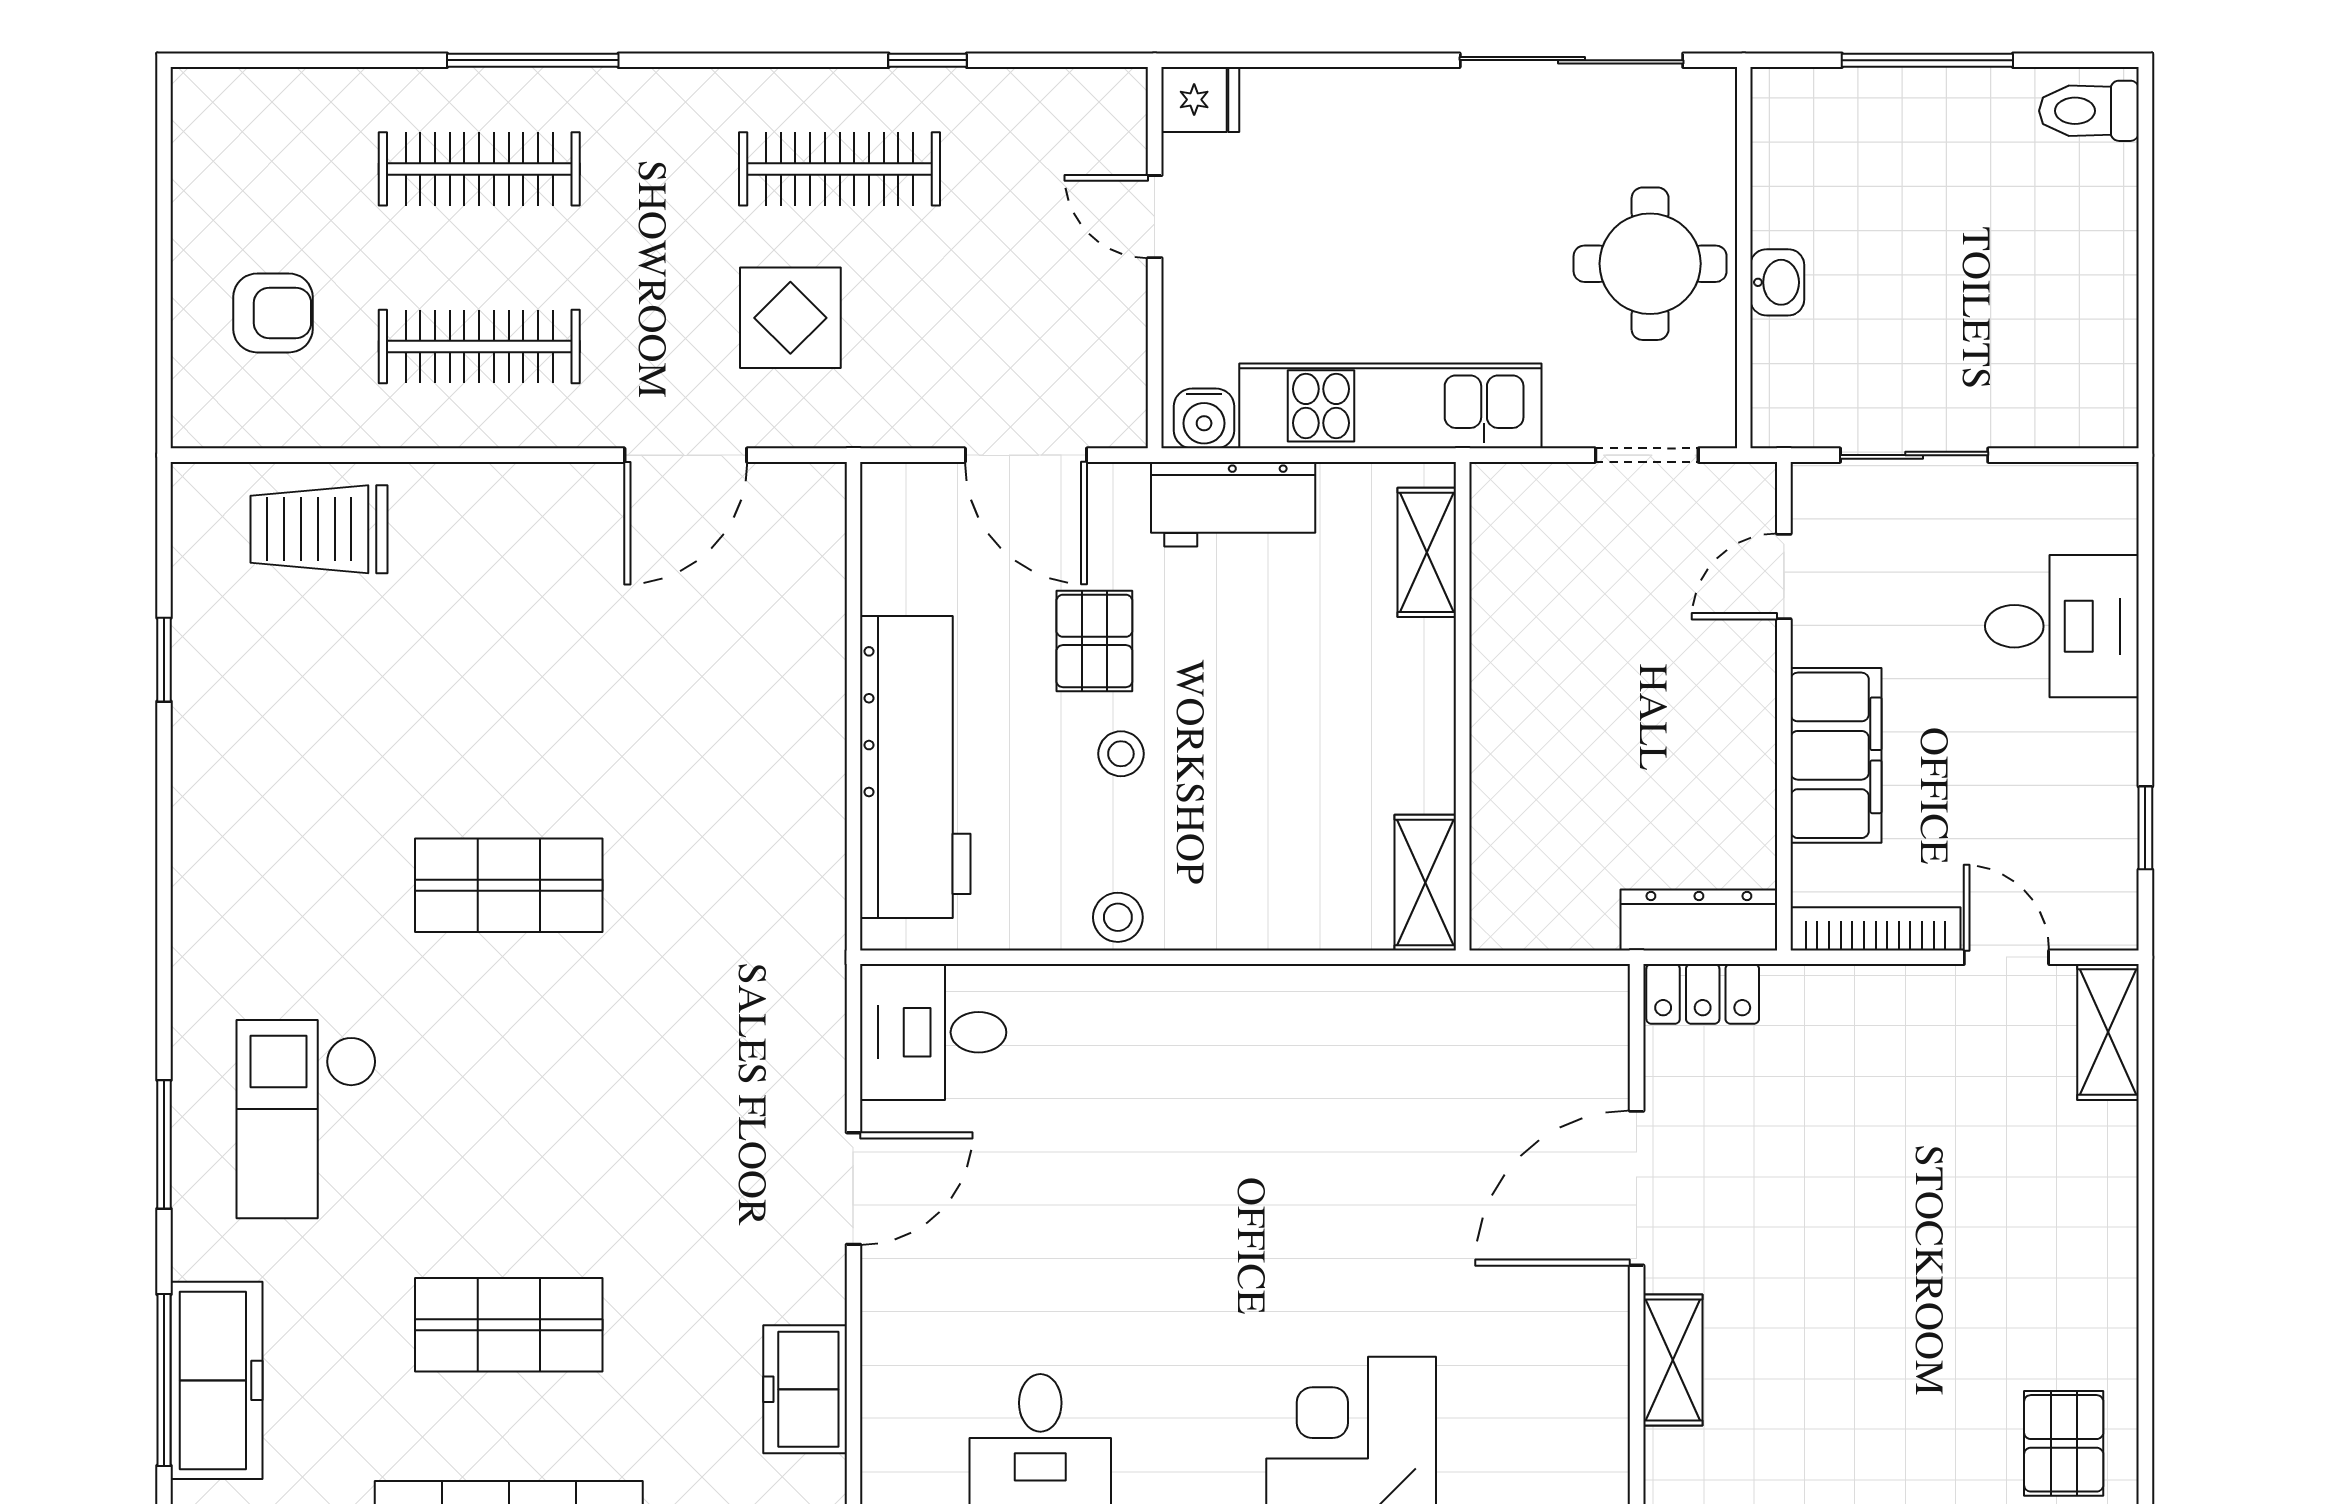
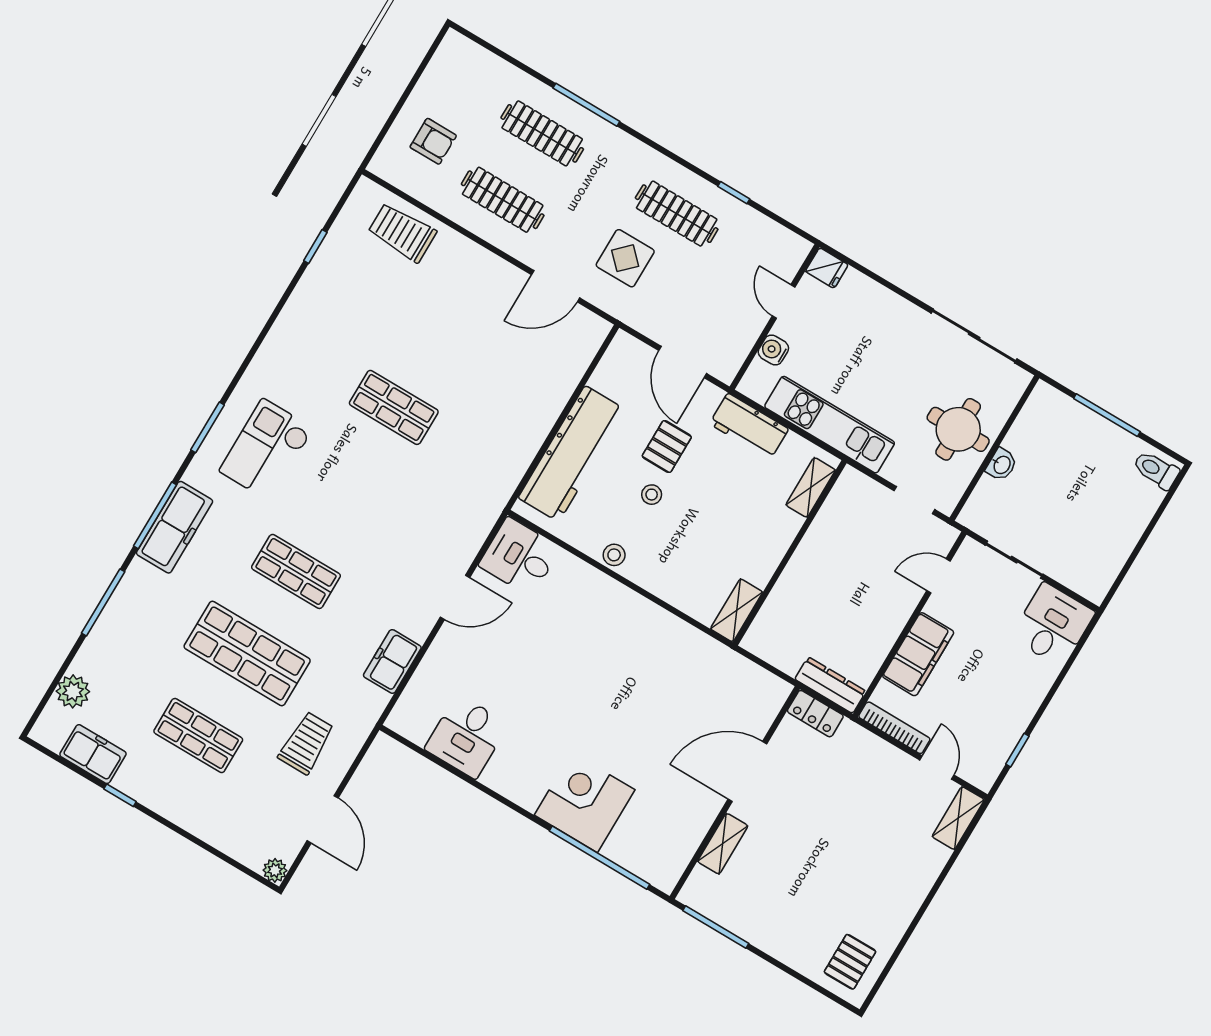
water cooler: (1204, 418) -> (773, 350), moved, turned 90
desk: (2062, 626) -> (1053, 625), moved, turned -90

